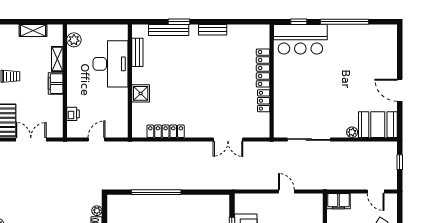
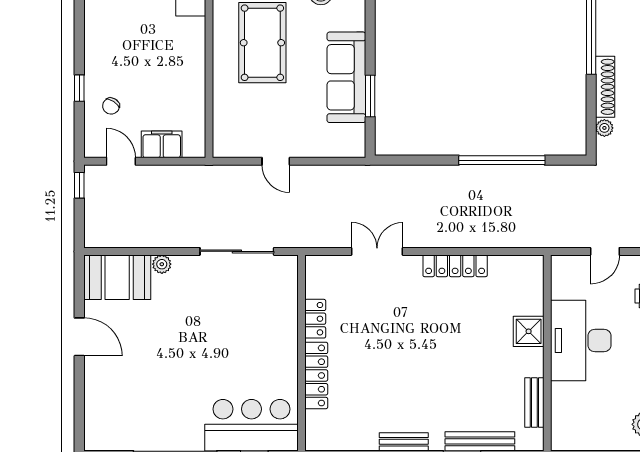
desk: (111, 64) -> (581, 341), moved
locker: (166, 131) -> (455, 266), moved
window: (400, 162) -> (79, 185), moved
filing cabinet: (339, 201) -> (162, 144), moved

